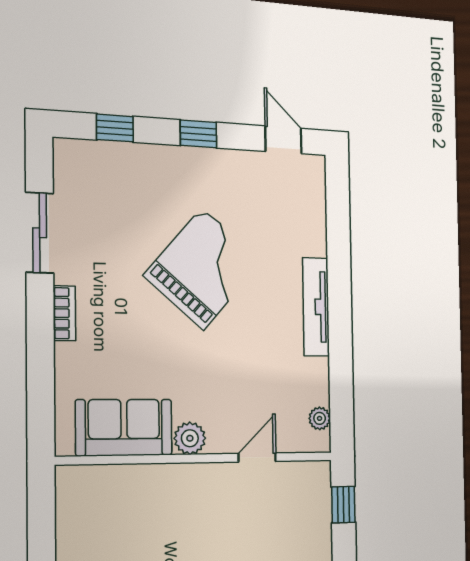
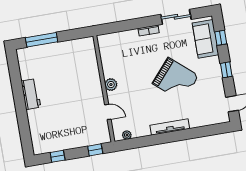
sofa: (124, 427) -> (206, 39), moved, turned 180

